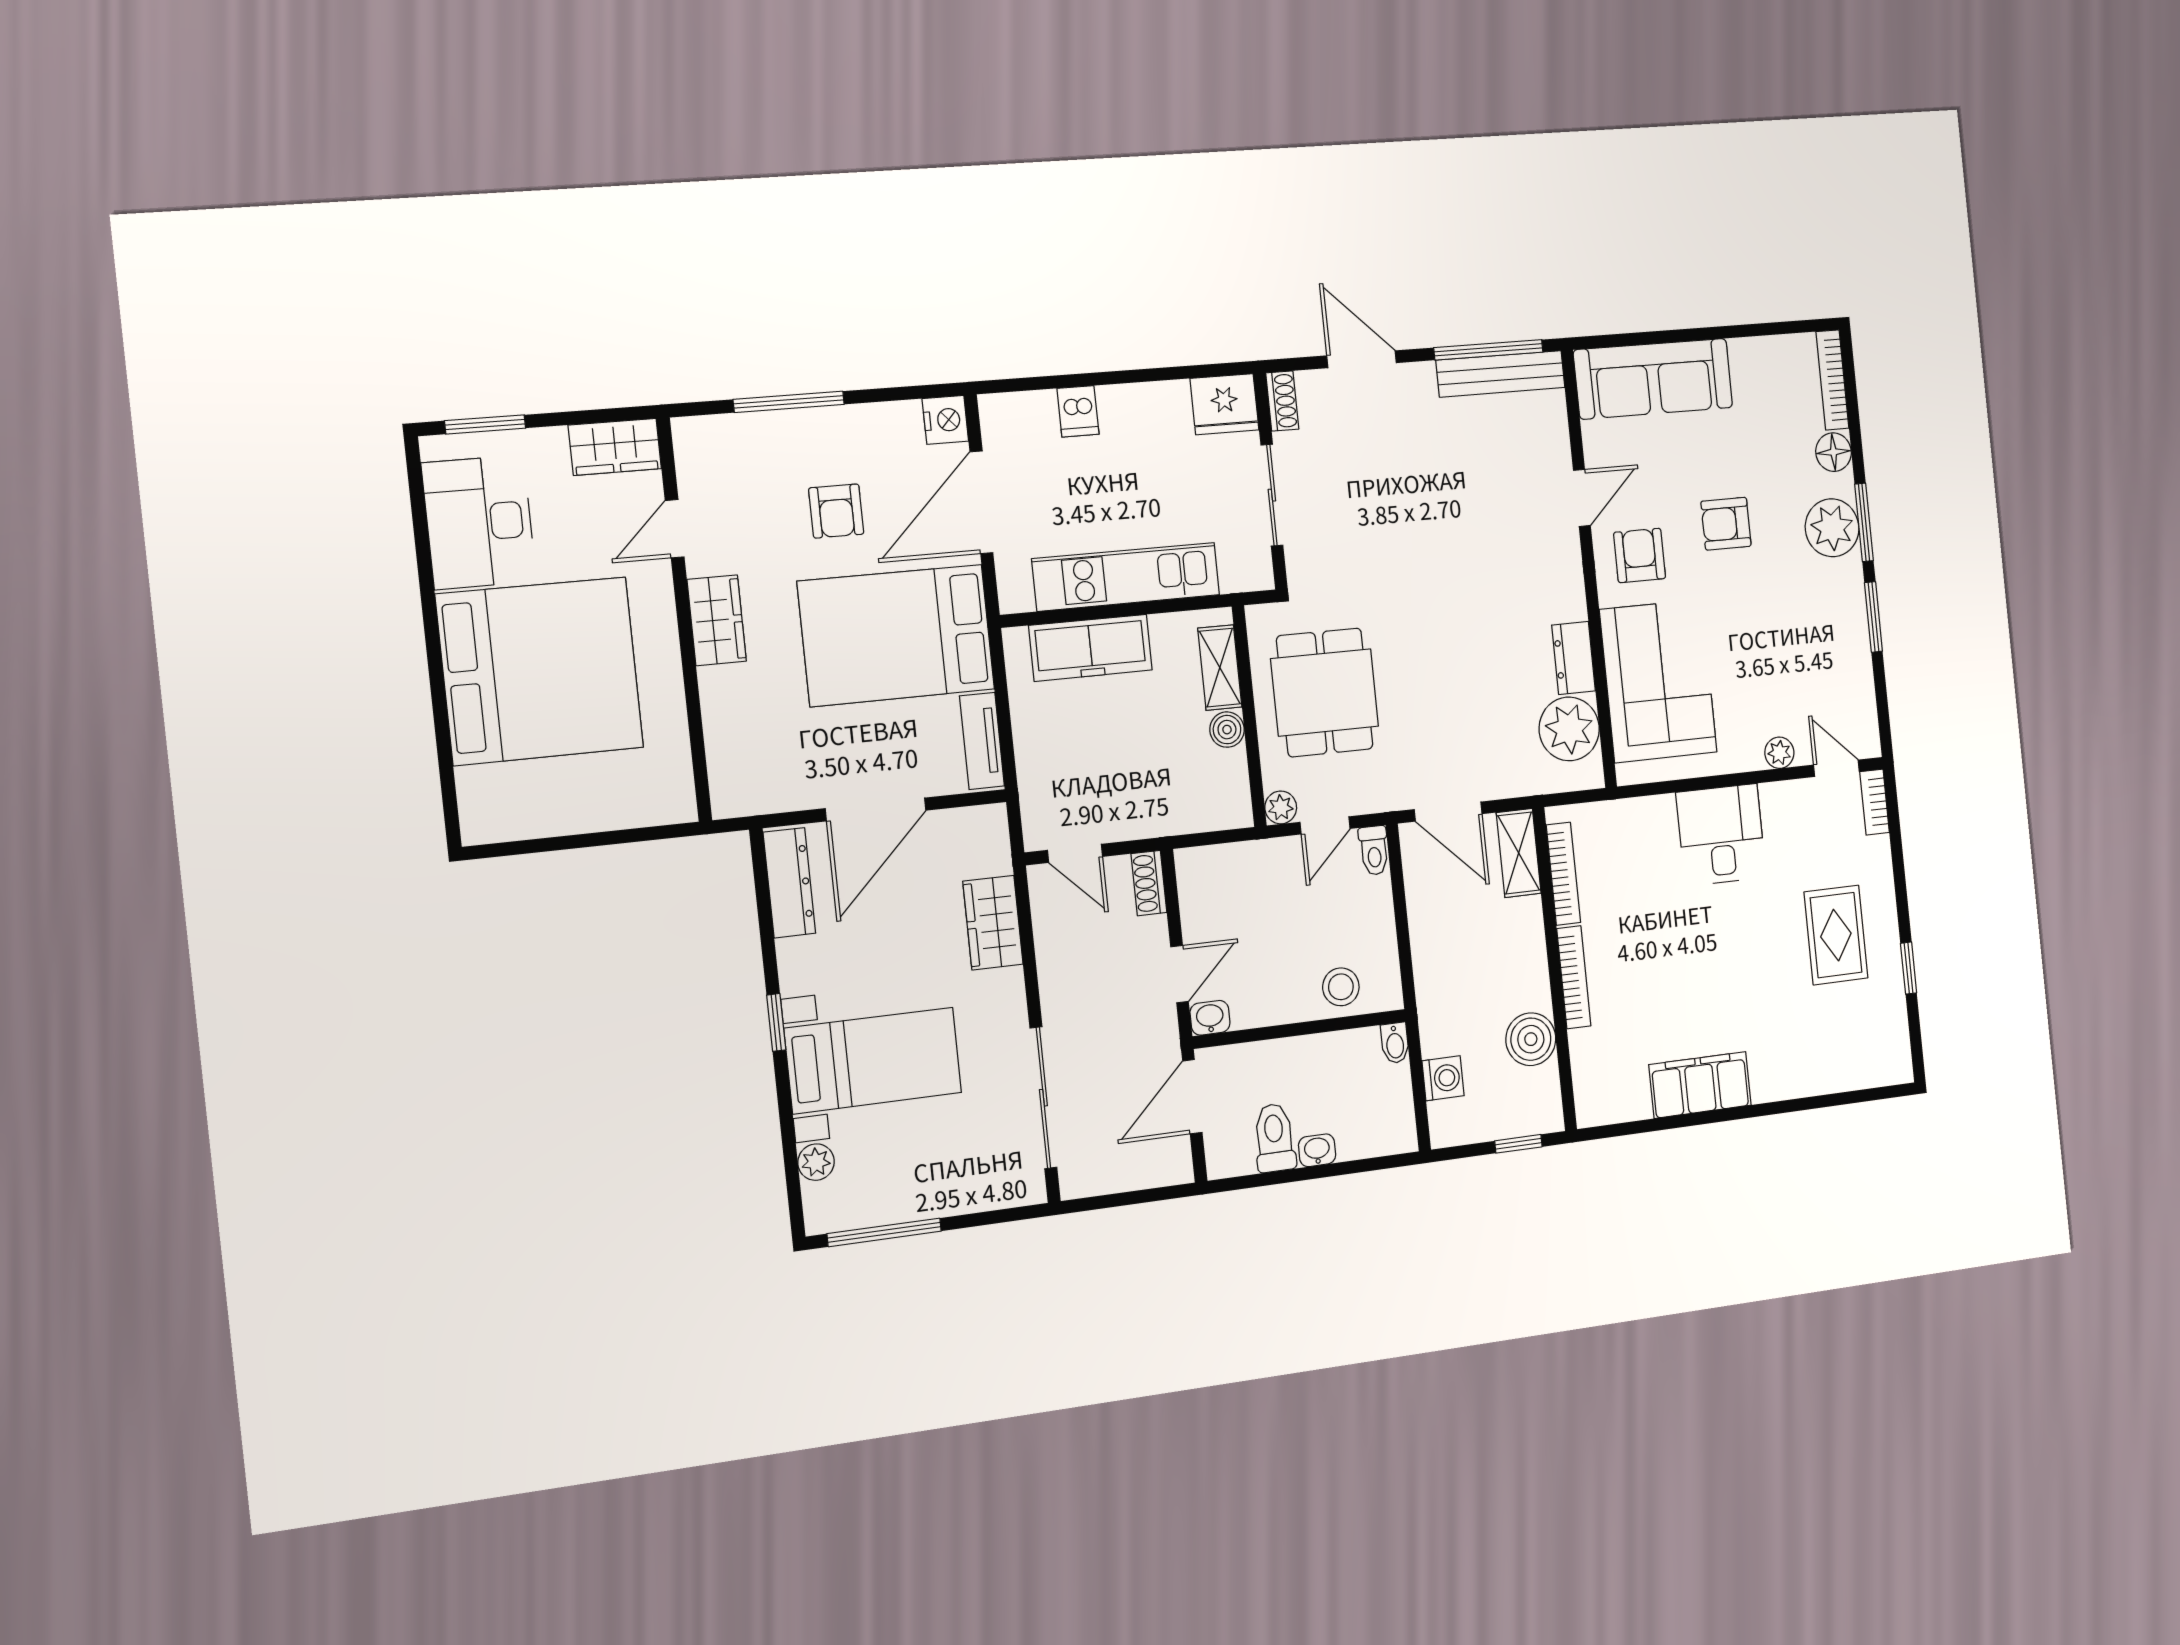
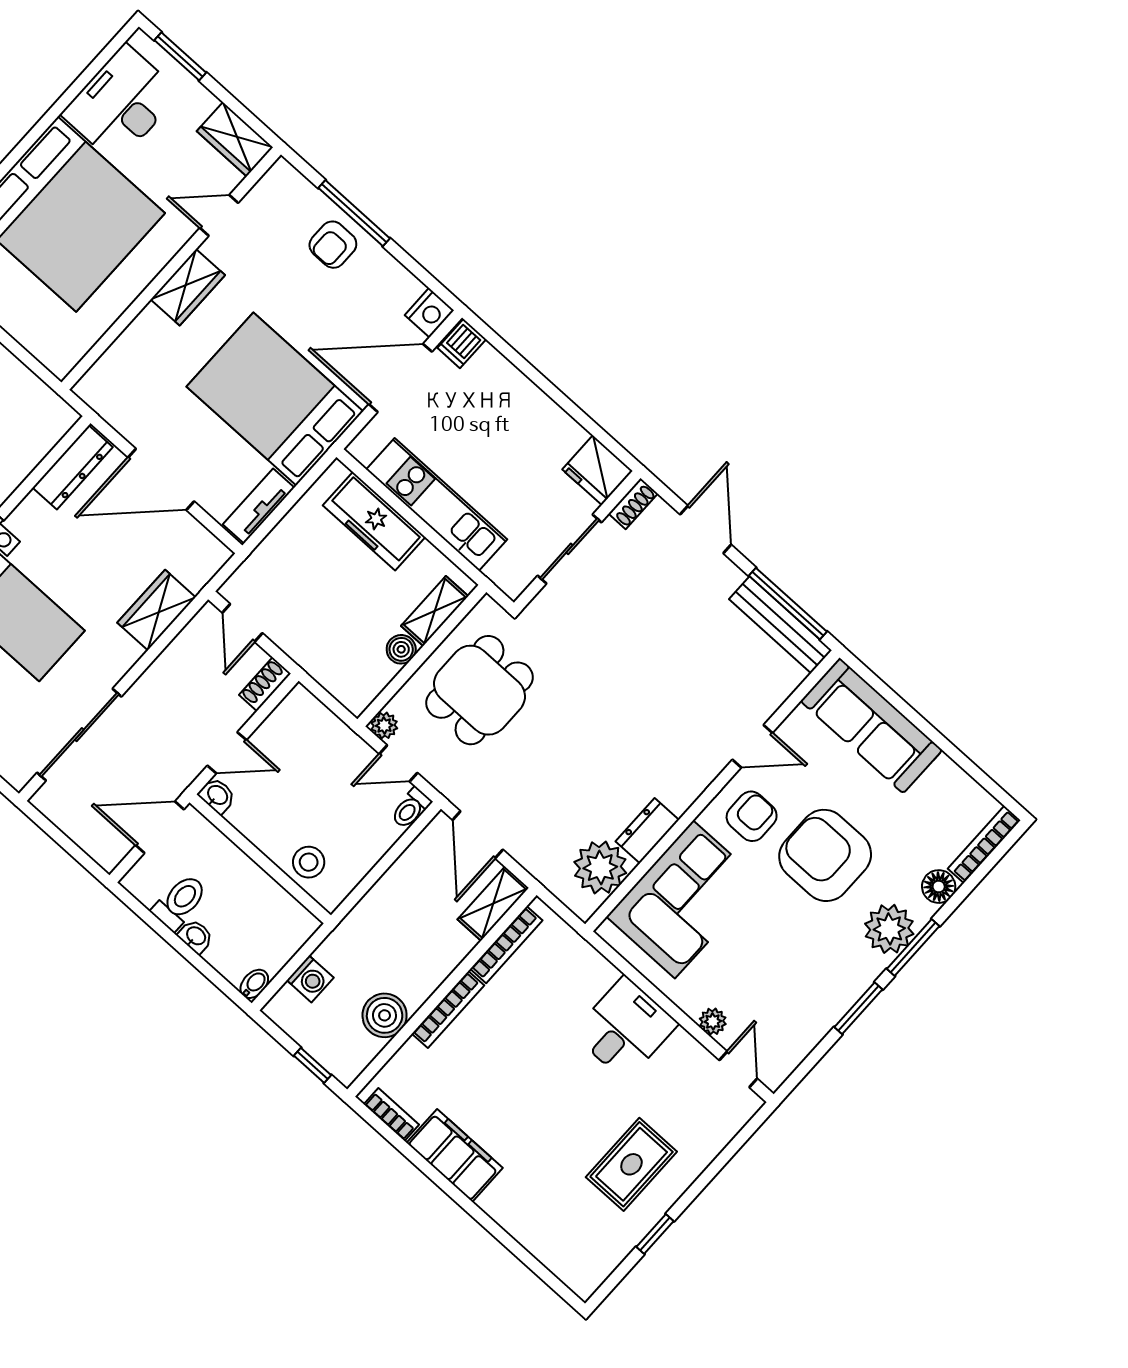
dishwasher: (1078, 411) -> (462, 344), moved
armchair: (836, 511) -> (333, 245), moved
armchair: (1726, 524) -> (825, 855), width x1.88, depth x1.88
bookcase: (1875, 802) -> (391, 1115), moved, turned 90
bidet: (1395, 1043) -> (254, 984), moved, turned 180

